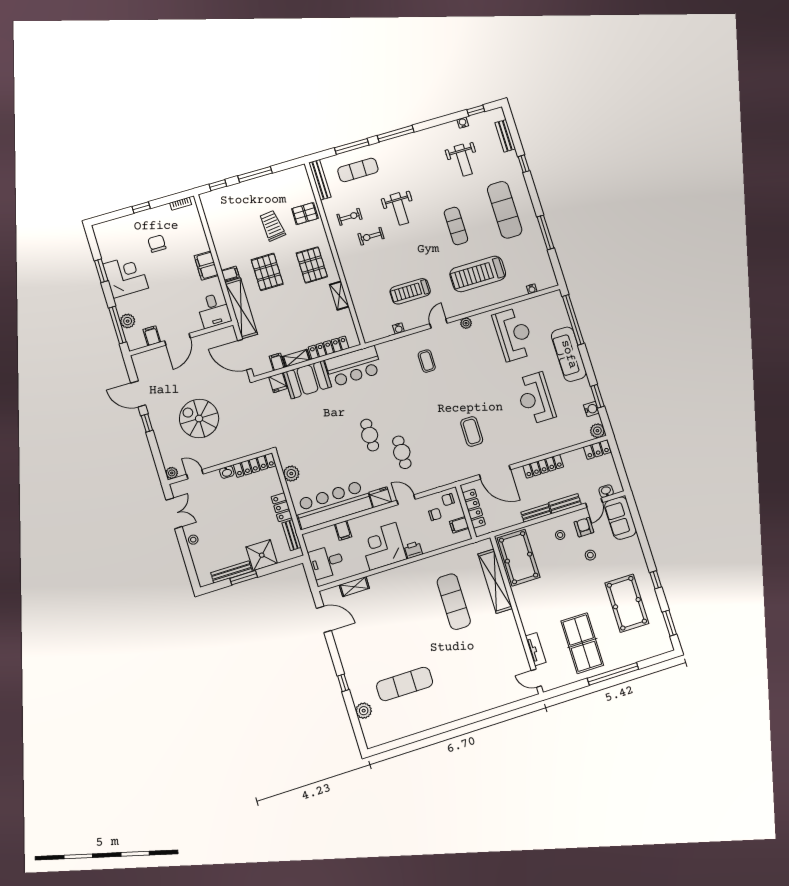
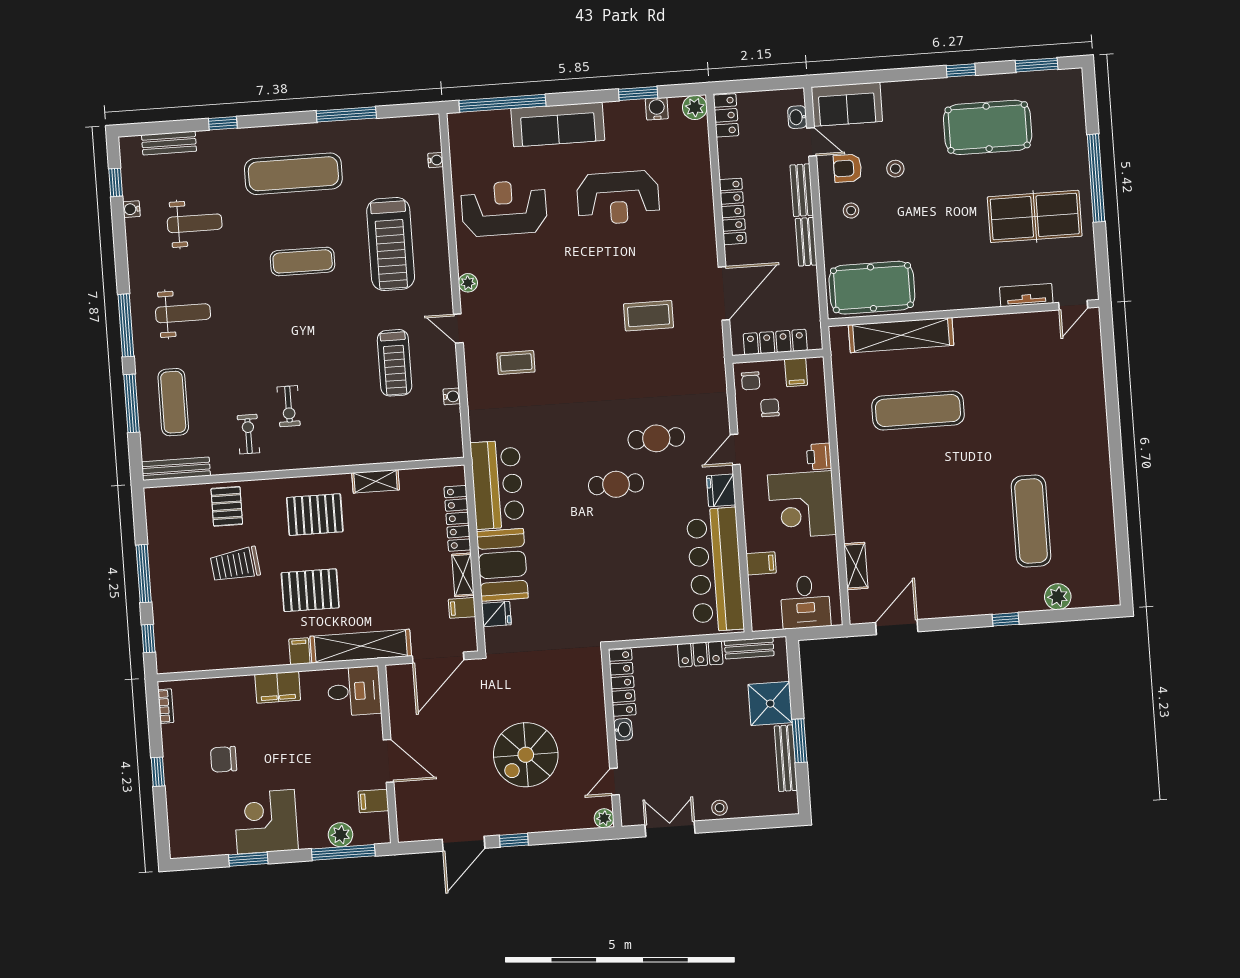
weight bench: (399, 209) -> (183, 313), moved
plant: (291, 474) -> (649, 626), removed

